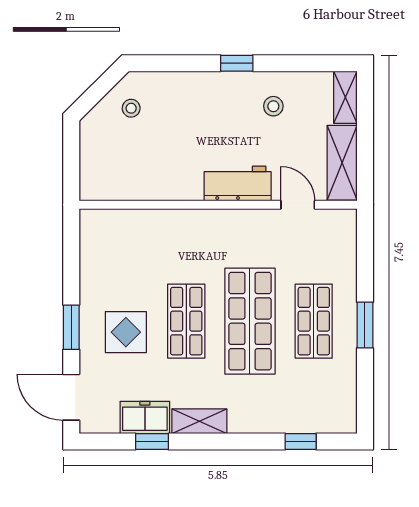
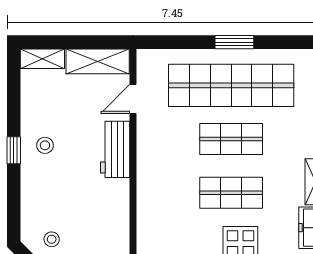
stool: (273, 106) -> (45, 145), moved
shop shelf: (250, 321) -> (231, 139), width x0.70, depth x0.74
shop shelf: (314, 321) -> (231, 85), width x2.00, depth x1.36

